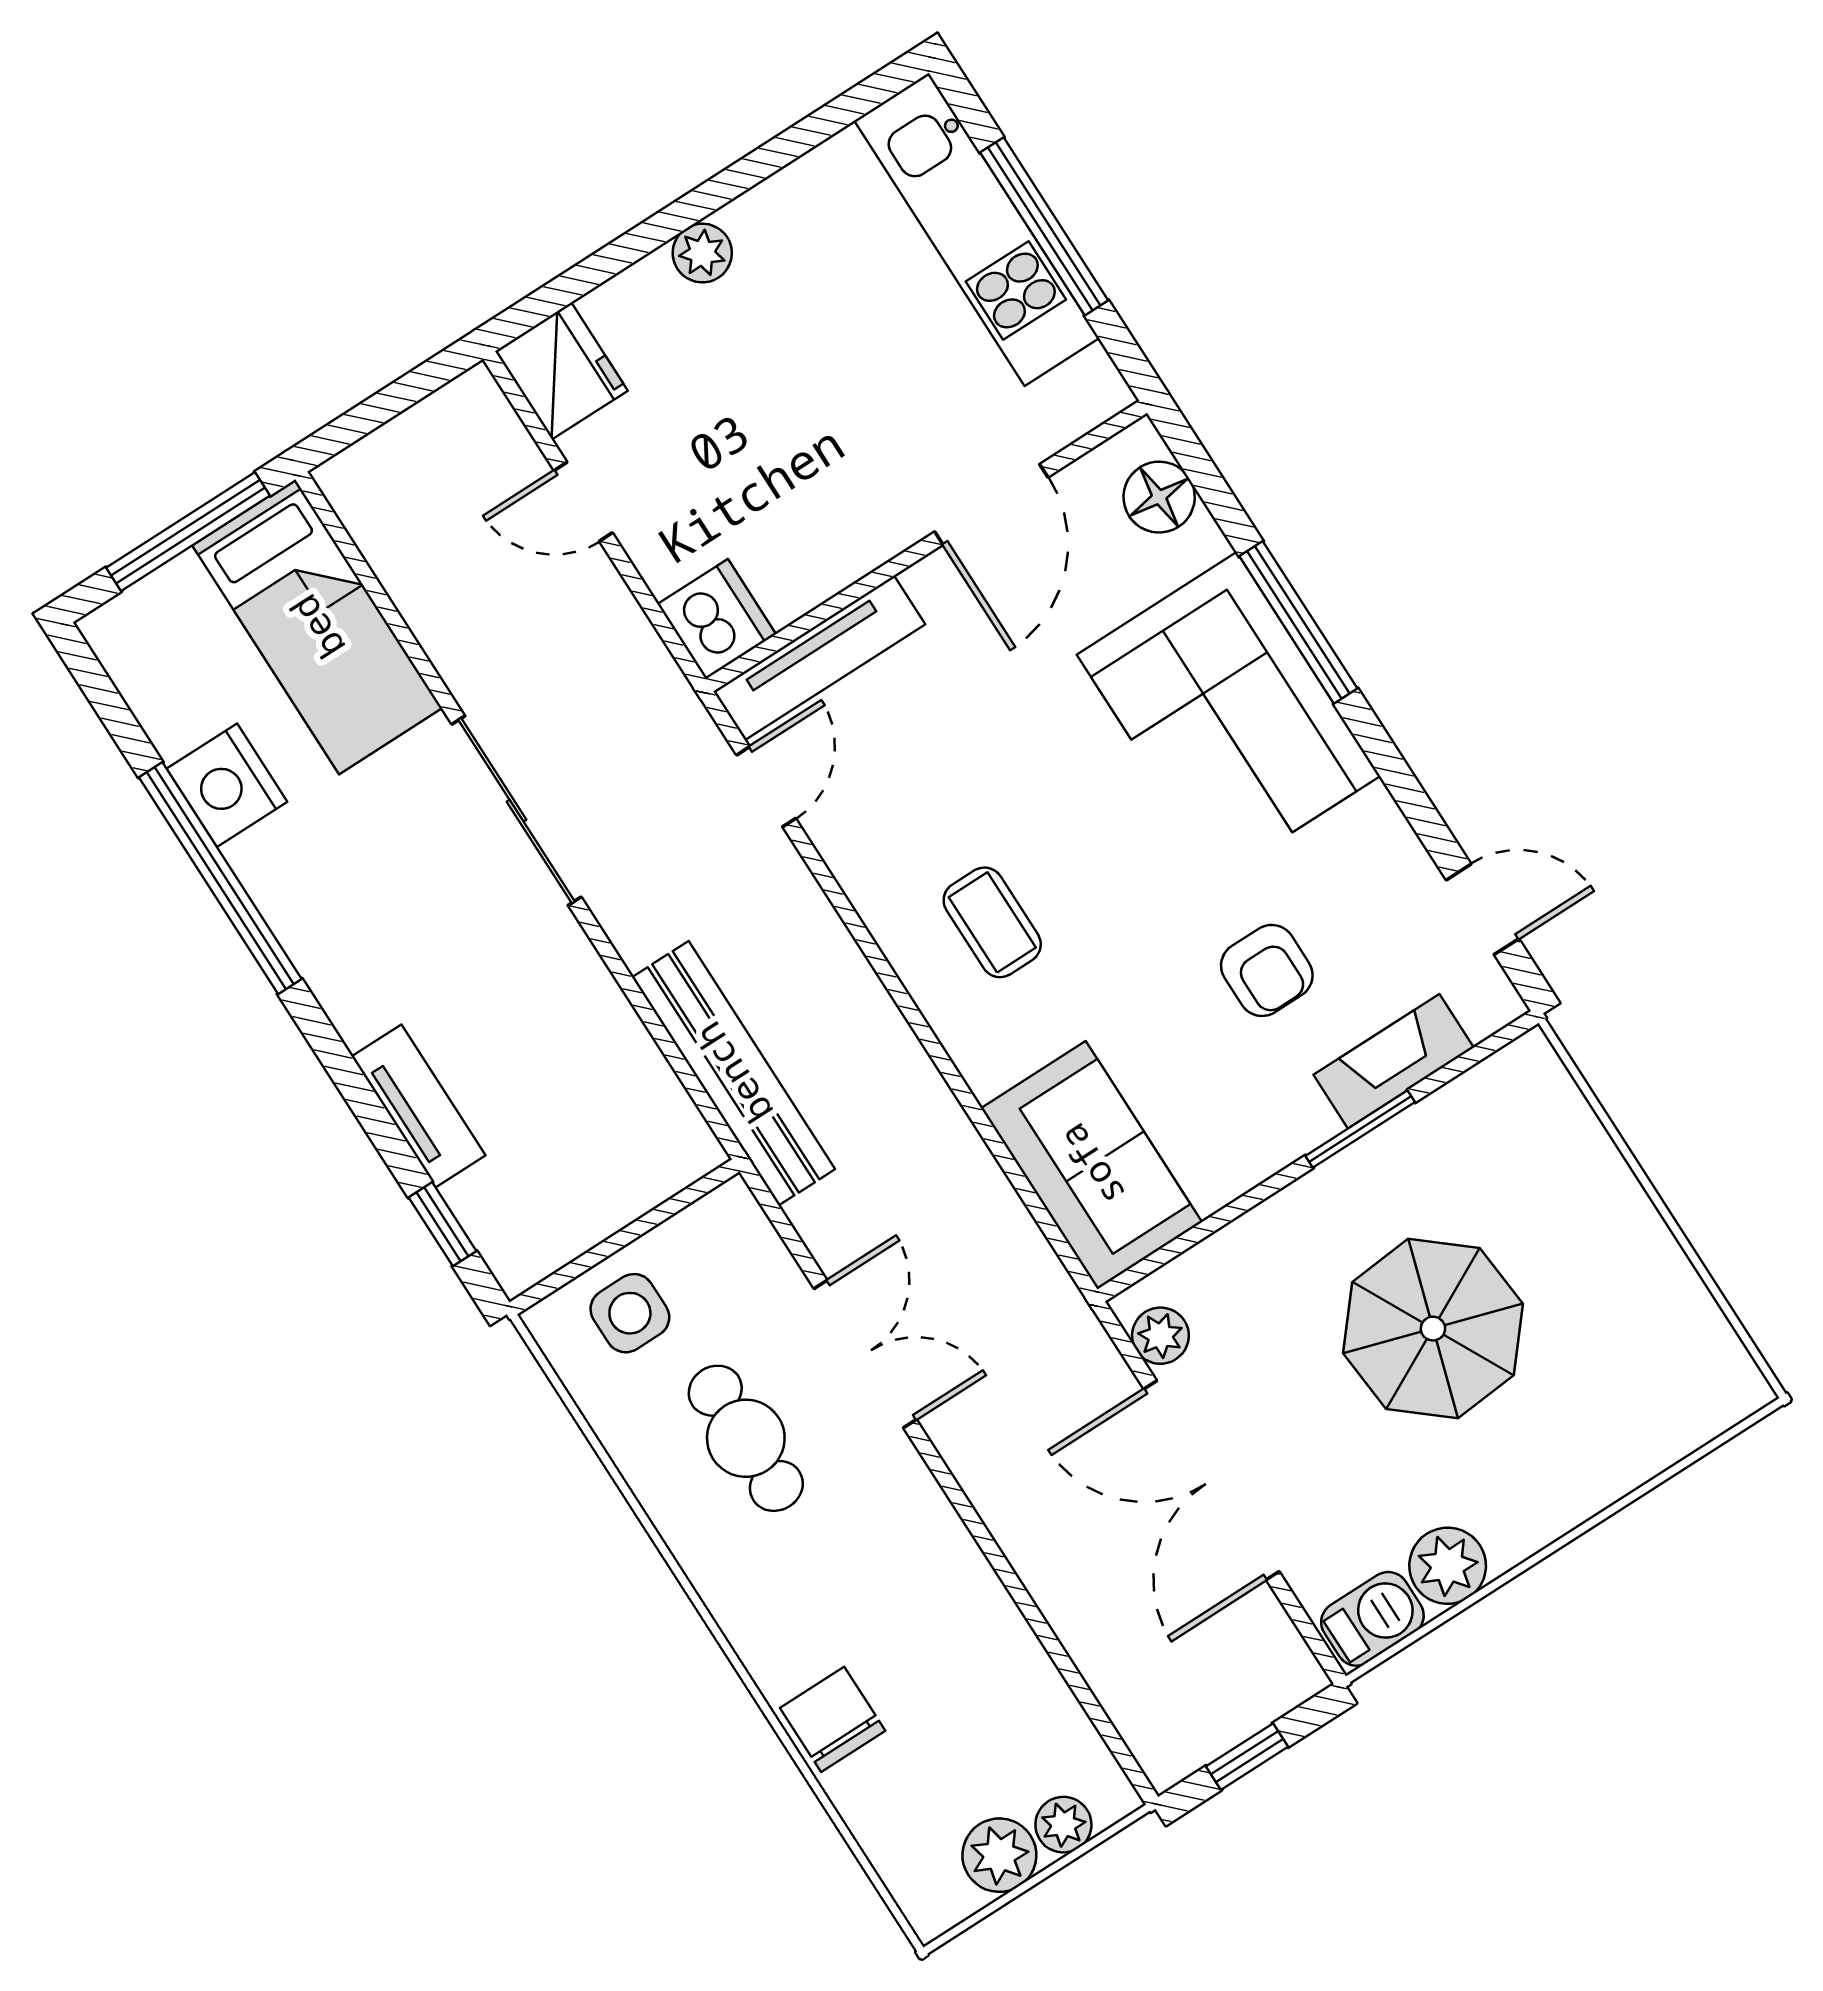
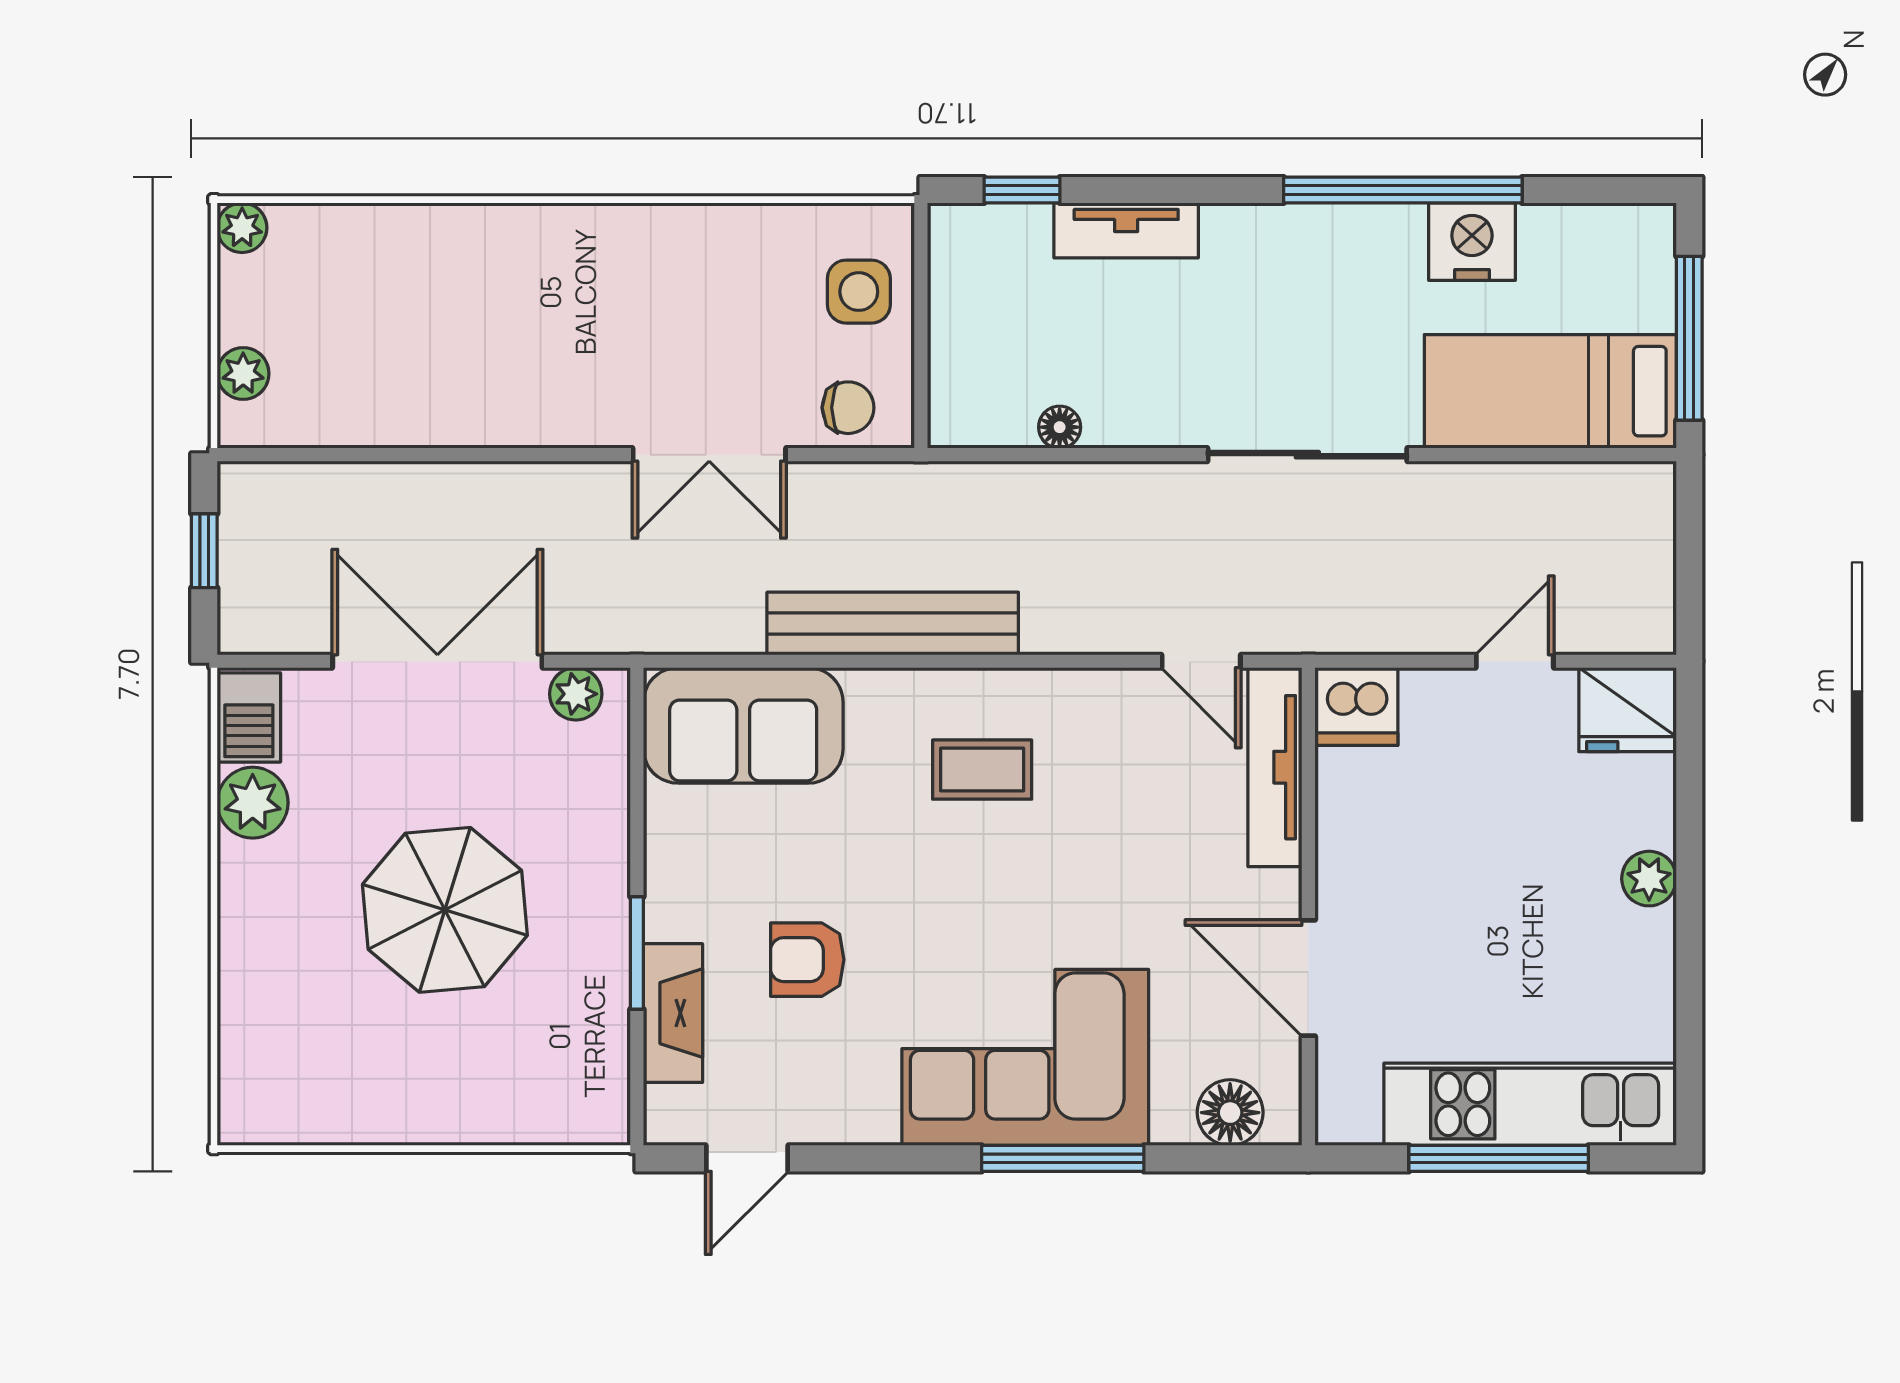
floor lamp: (636, 1052) -> (1060, 427), added
bench: (733, 1073) -> (893, 624), moved
cafe table: (746, 1438) -> (703, 319), removed
chair: (833, 1719) -> (848, 408), moved, width x0.73, depth x0.73
plant: (999, 1855) -> (242, 228), moved, width x0.73, depth x0.73

